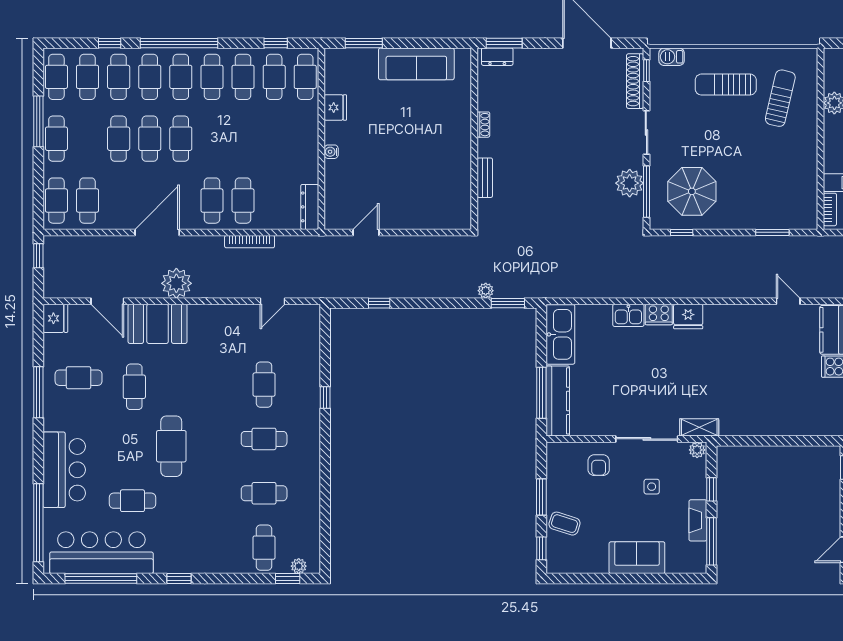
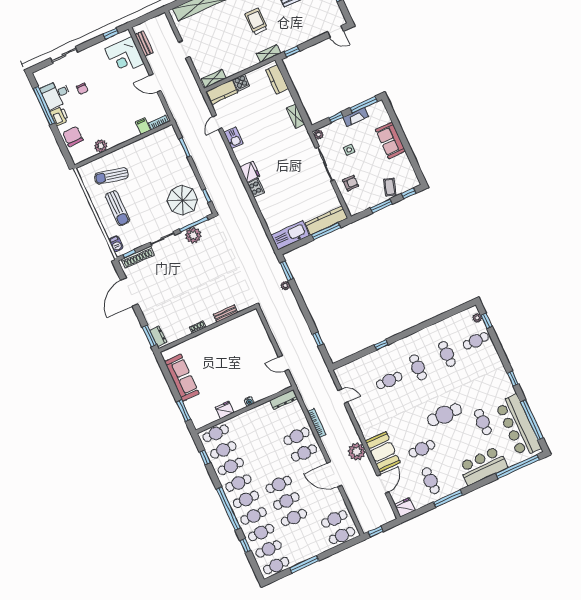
cafe table: (56, 139) -> (309, 551), removed
kitchen sink: (628, 315) -> (234, 138), moved
kitchen counter: (812, 425) -> (277, 79), added
shelving: (699, 427) -> (296, 116), moved

